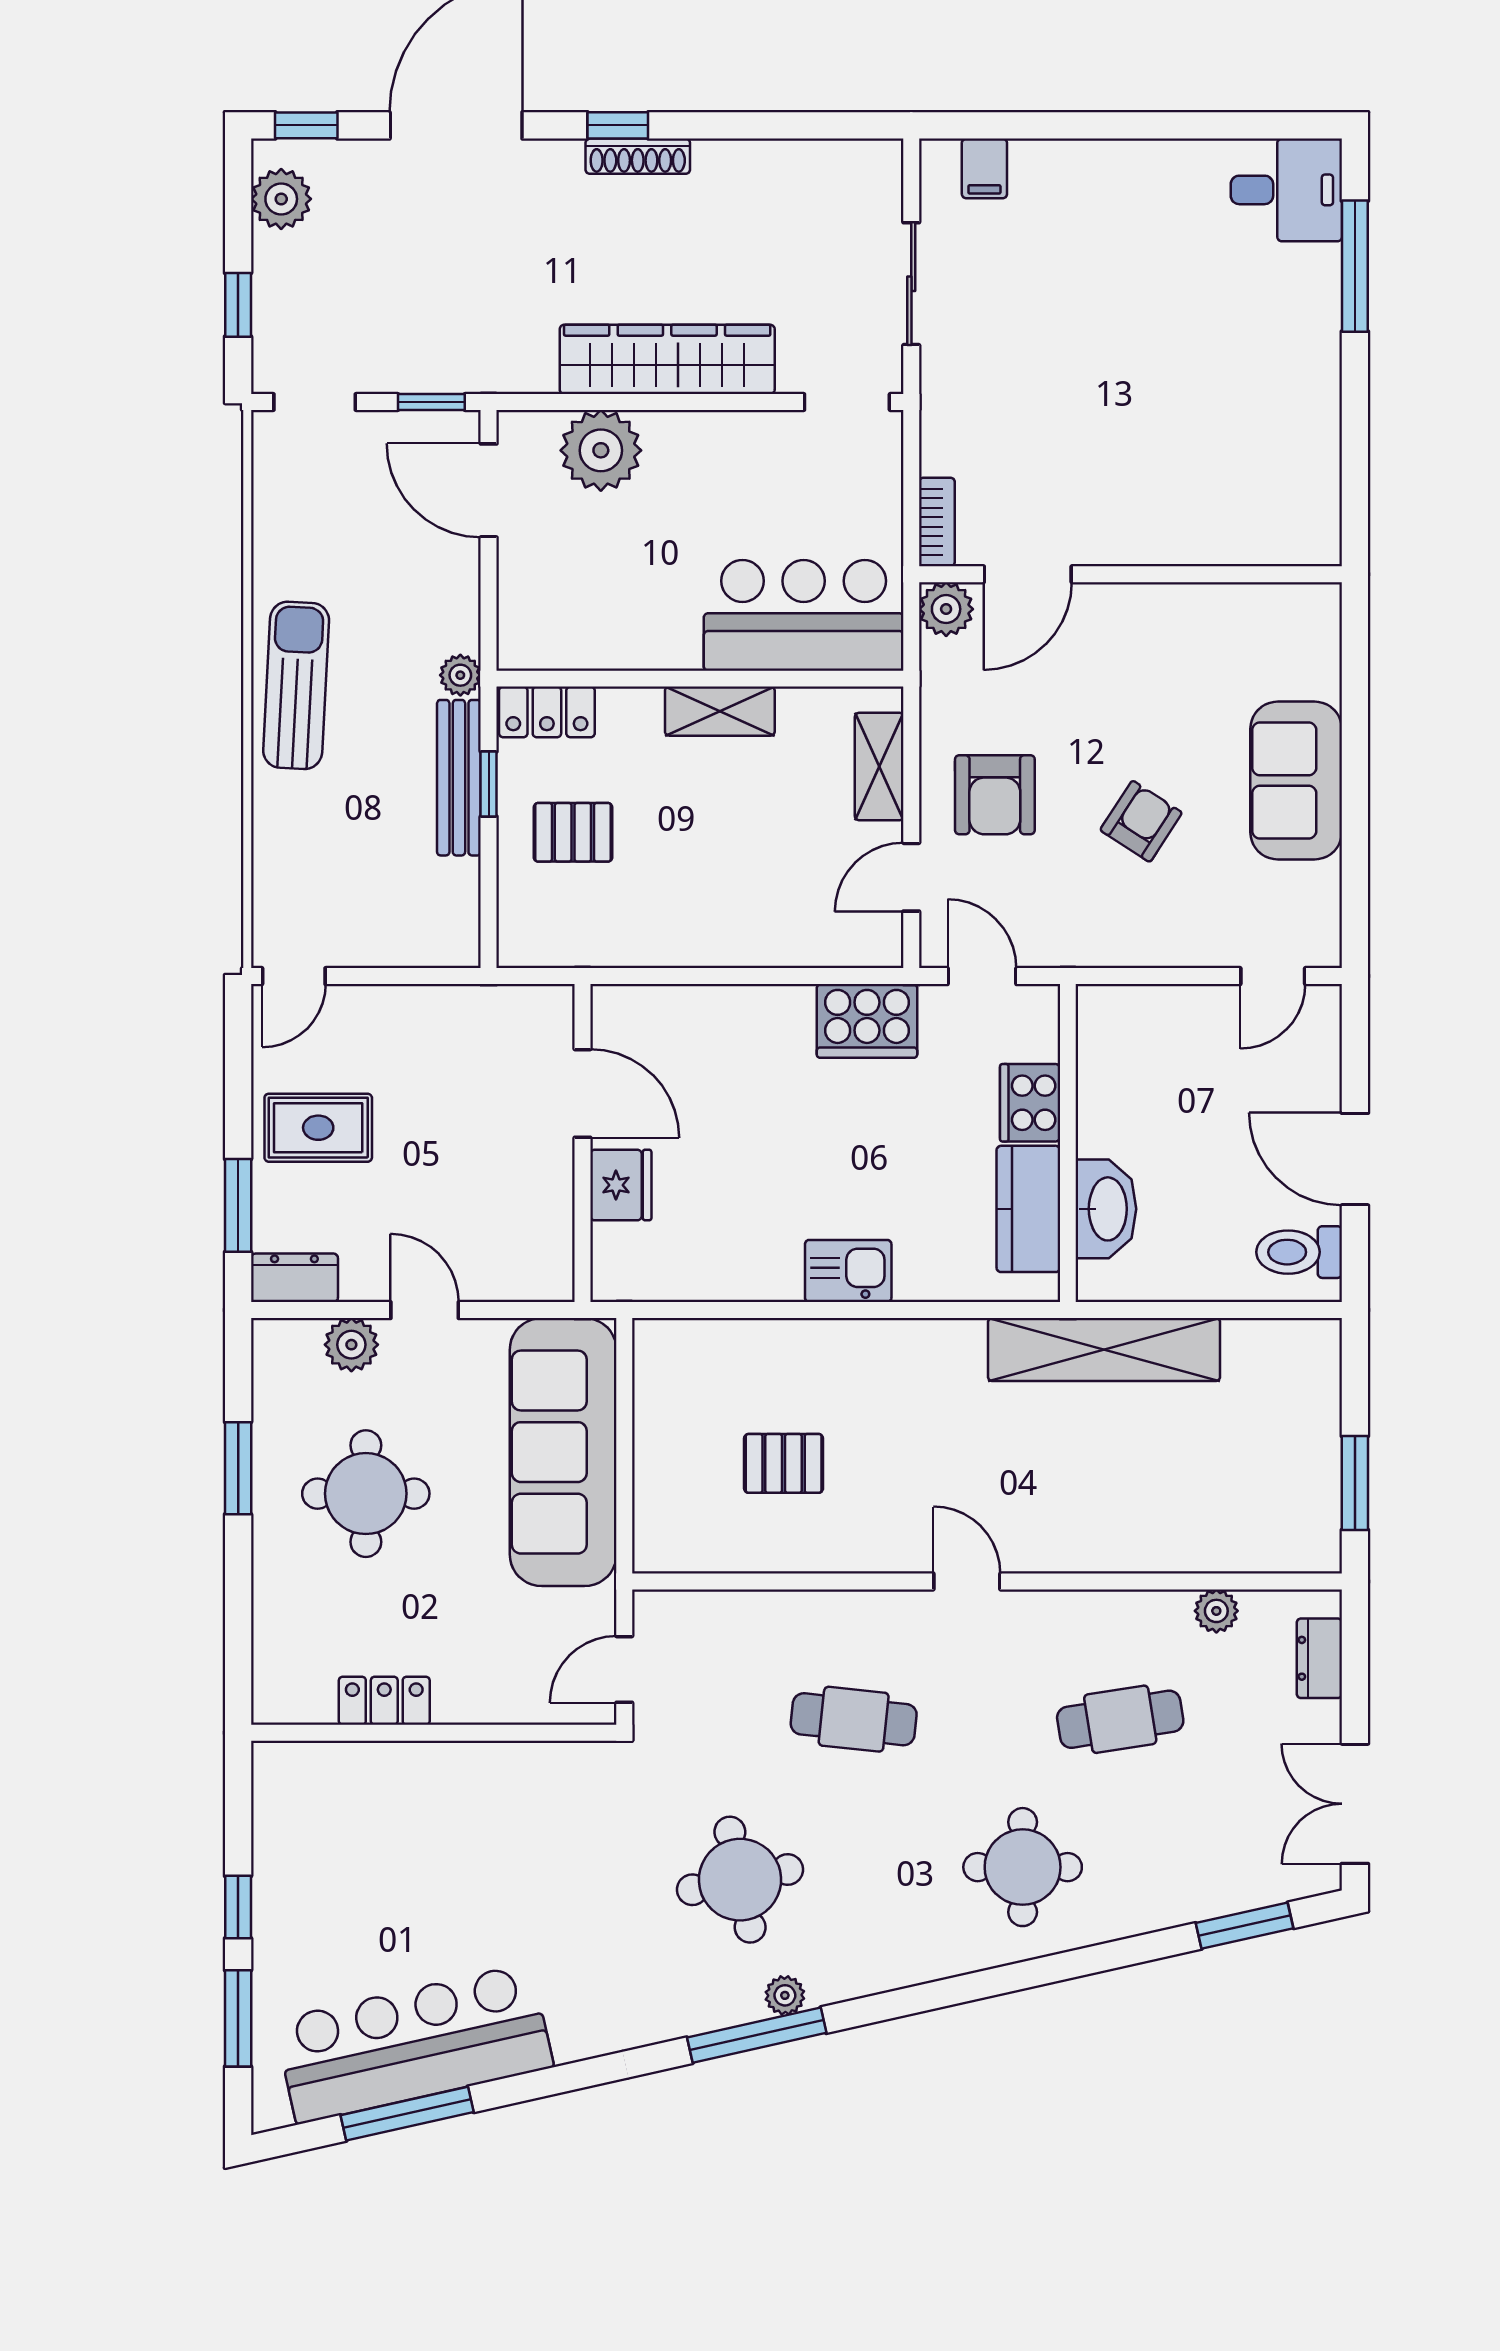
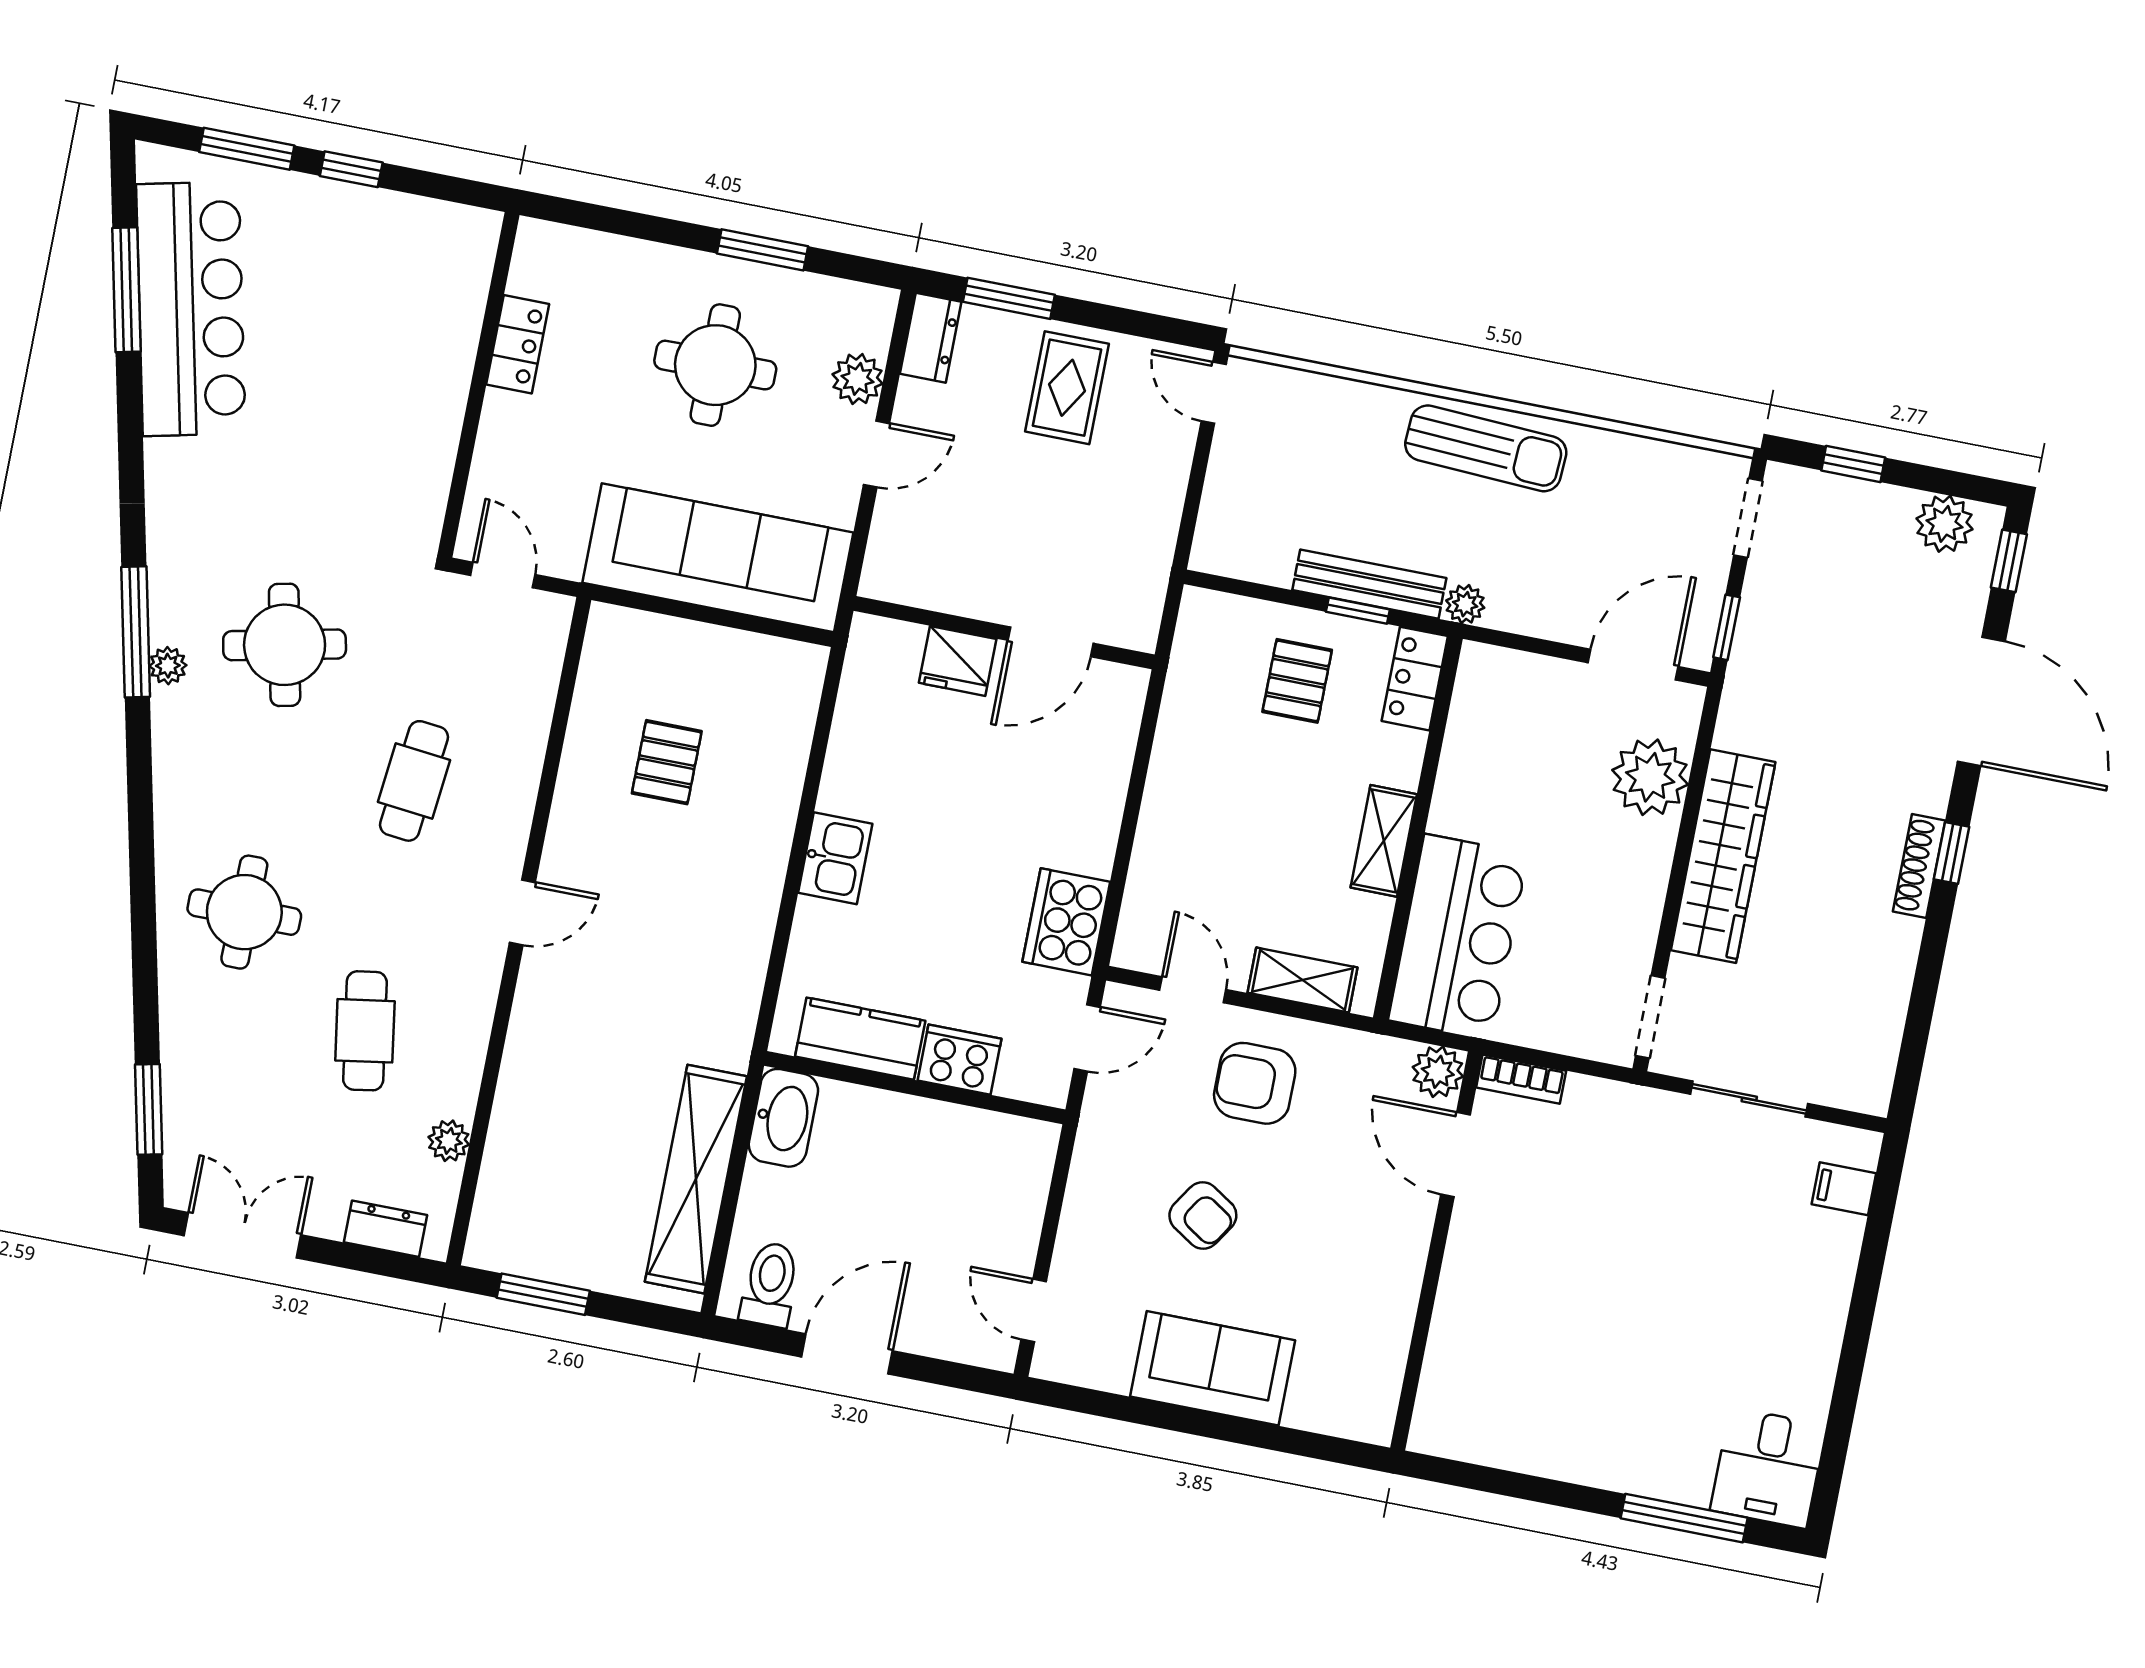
washbasin: (1106, 1209) -> (783, 1118), moved, turned -90
shelving: (1104, 1350) -> (696, 1179), moved

